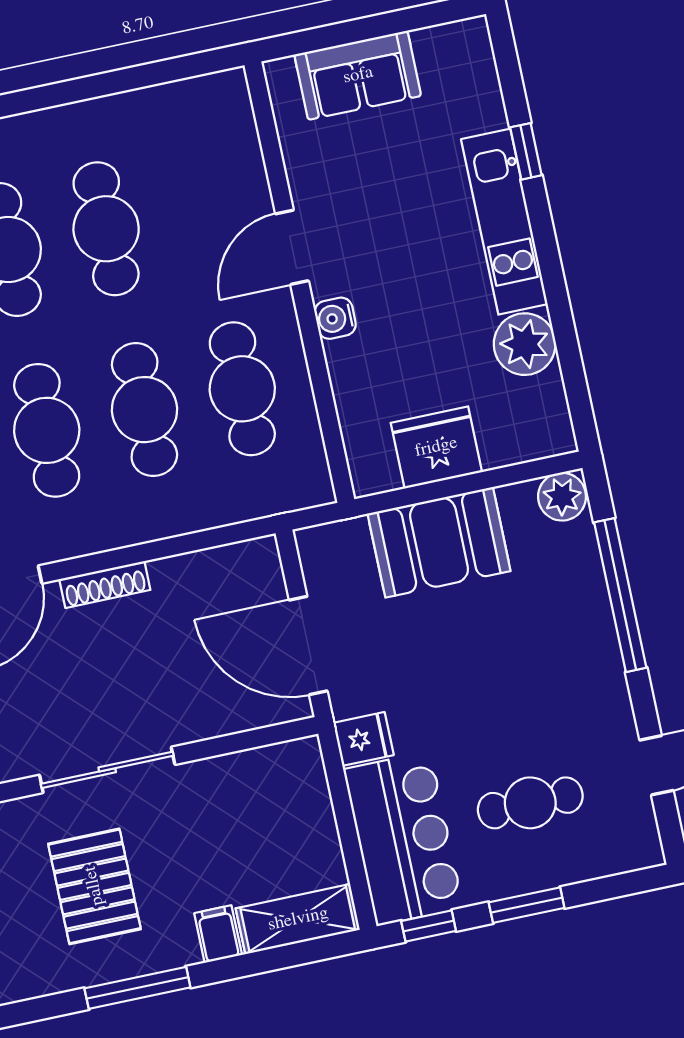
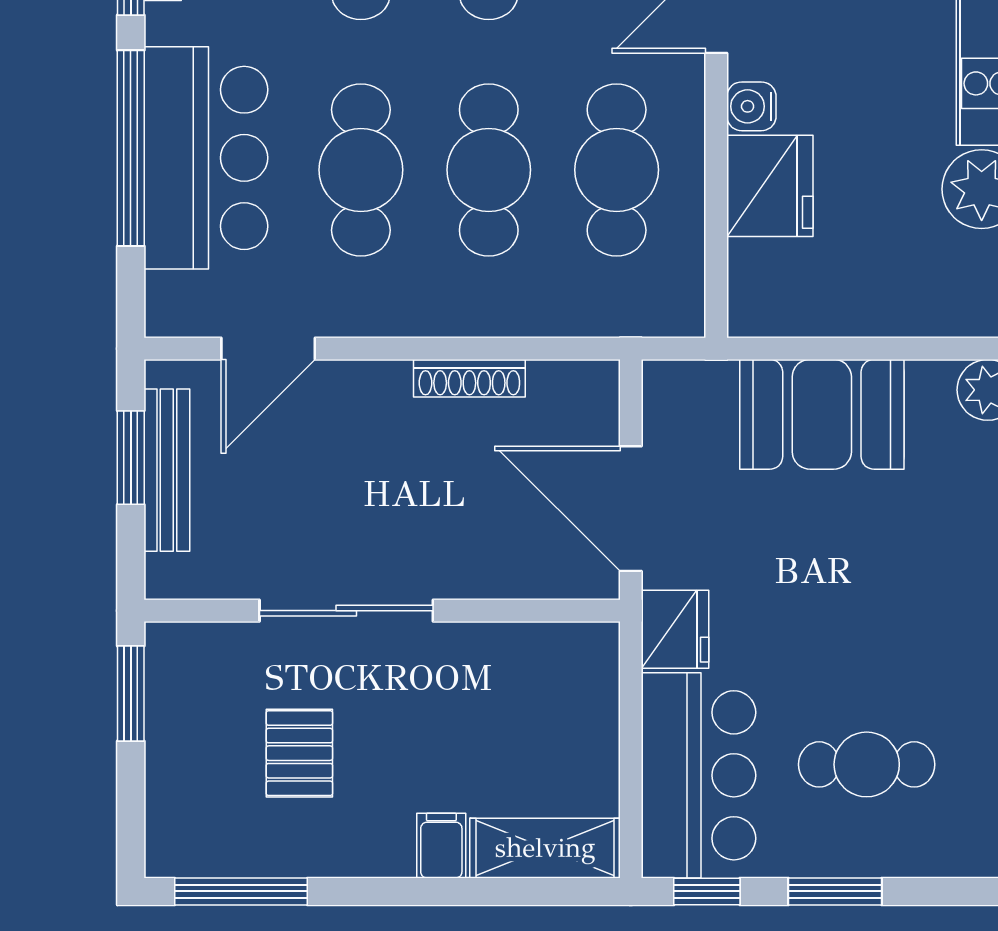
fridge: (436, 447) -> (770, 186), moved, turned 90
shoe rack: (105, 585) -> (469, 378), moved
fridge: (363, 739) -> (675, 629), width x1.38
pallet: (94, 886) -> (299, 753), width x0.67, depth x0.71
window: (137, 988) -> (241, 891), moved

